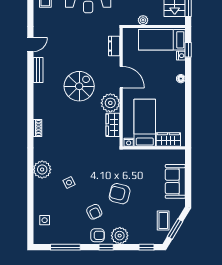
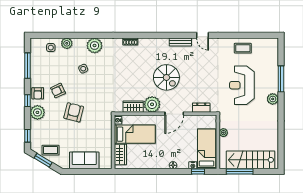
plant: (40, 202) -> (67, 43), added

